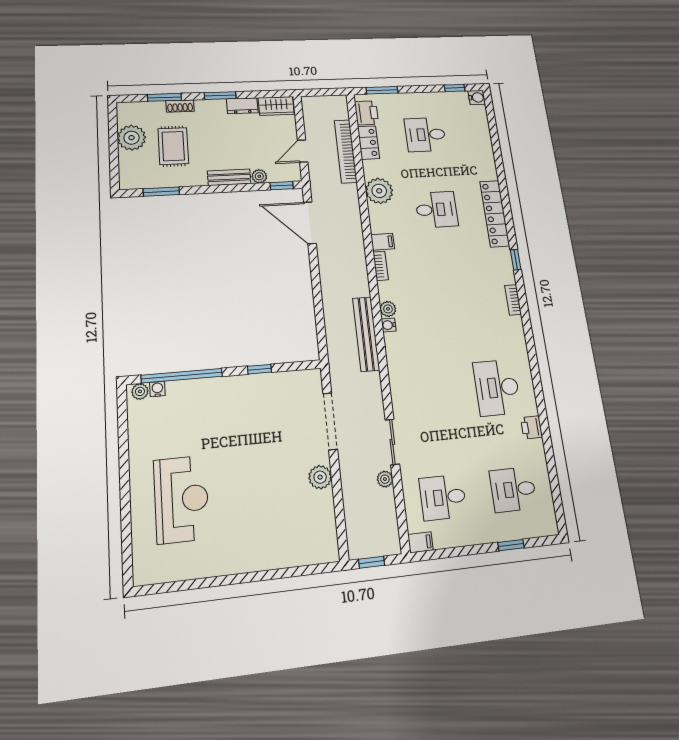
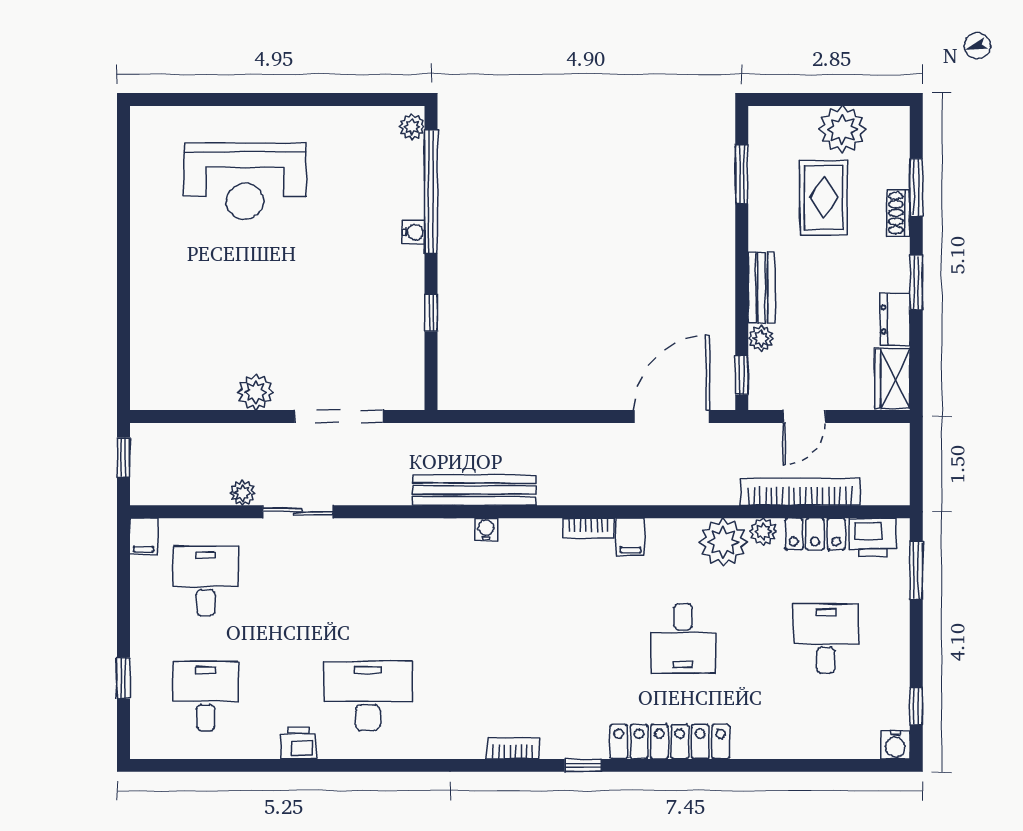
rug: (173, 146) -> (824, 198), turned 90
door: (303, 151) -> (804, 417), swing flipped
plant: (388, 309) -> (763, 532), moved
water cooler: (157, 389) -> (413, 232), moved

